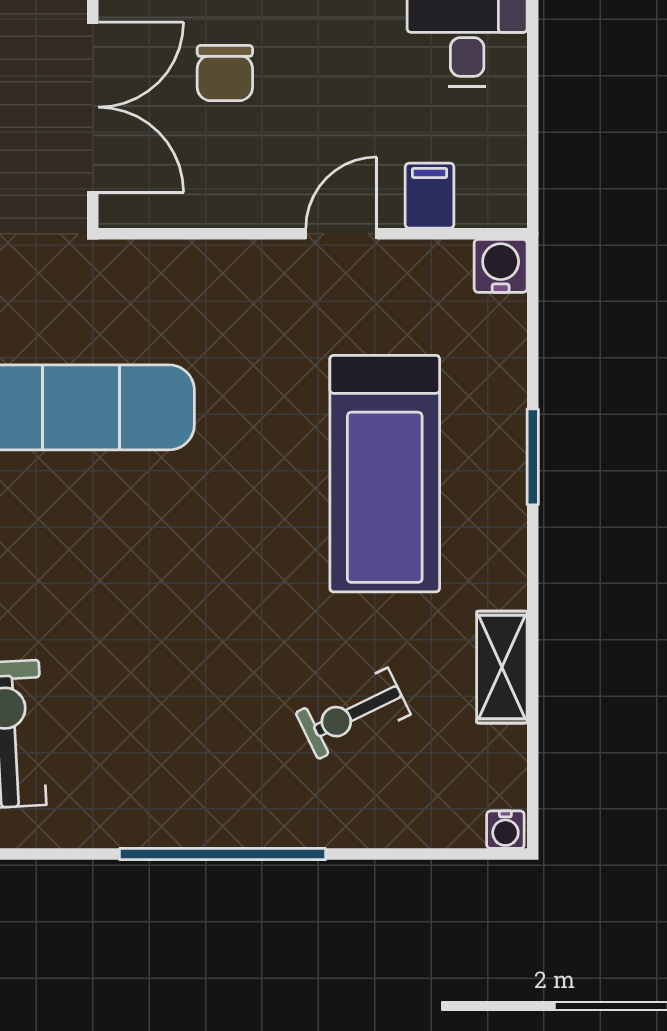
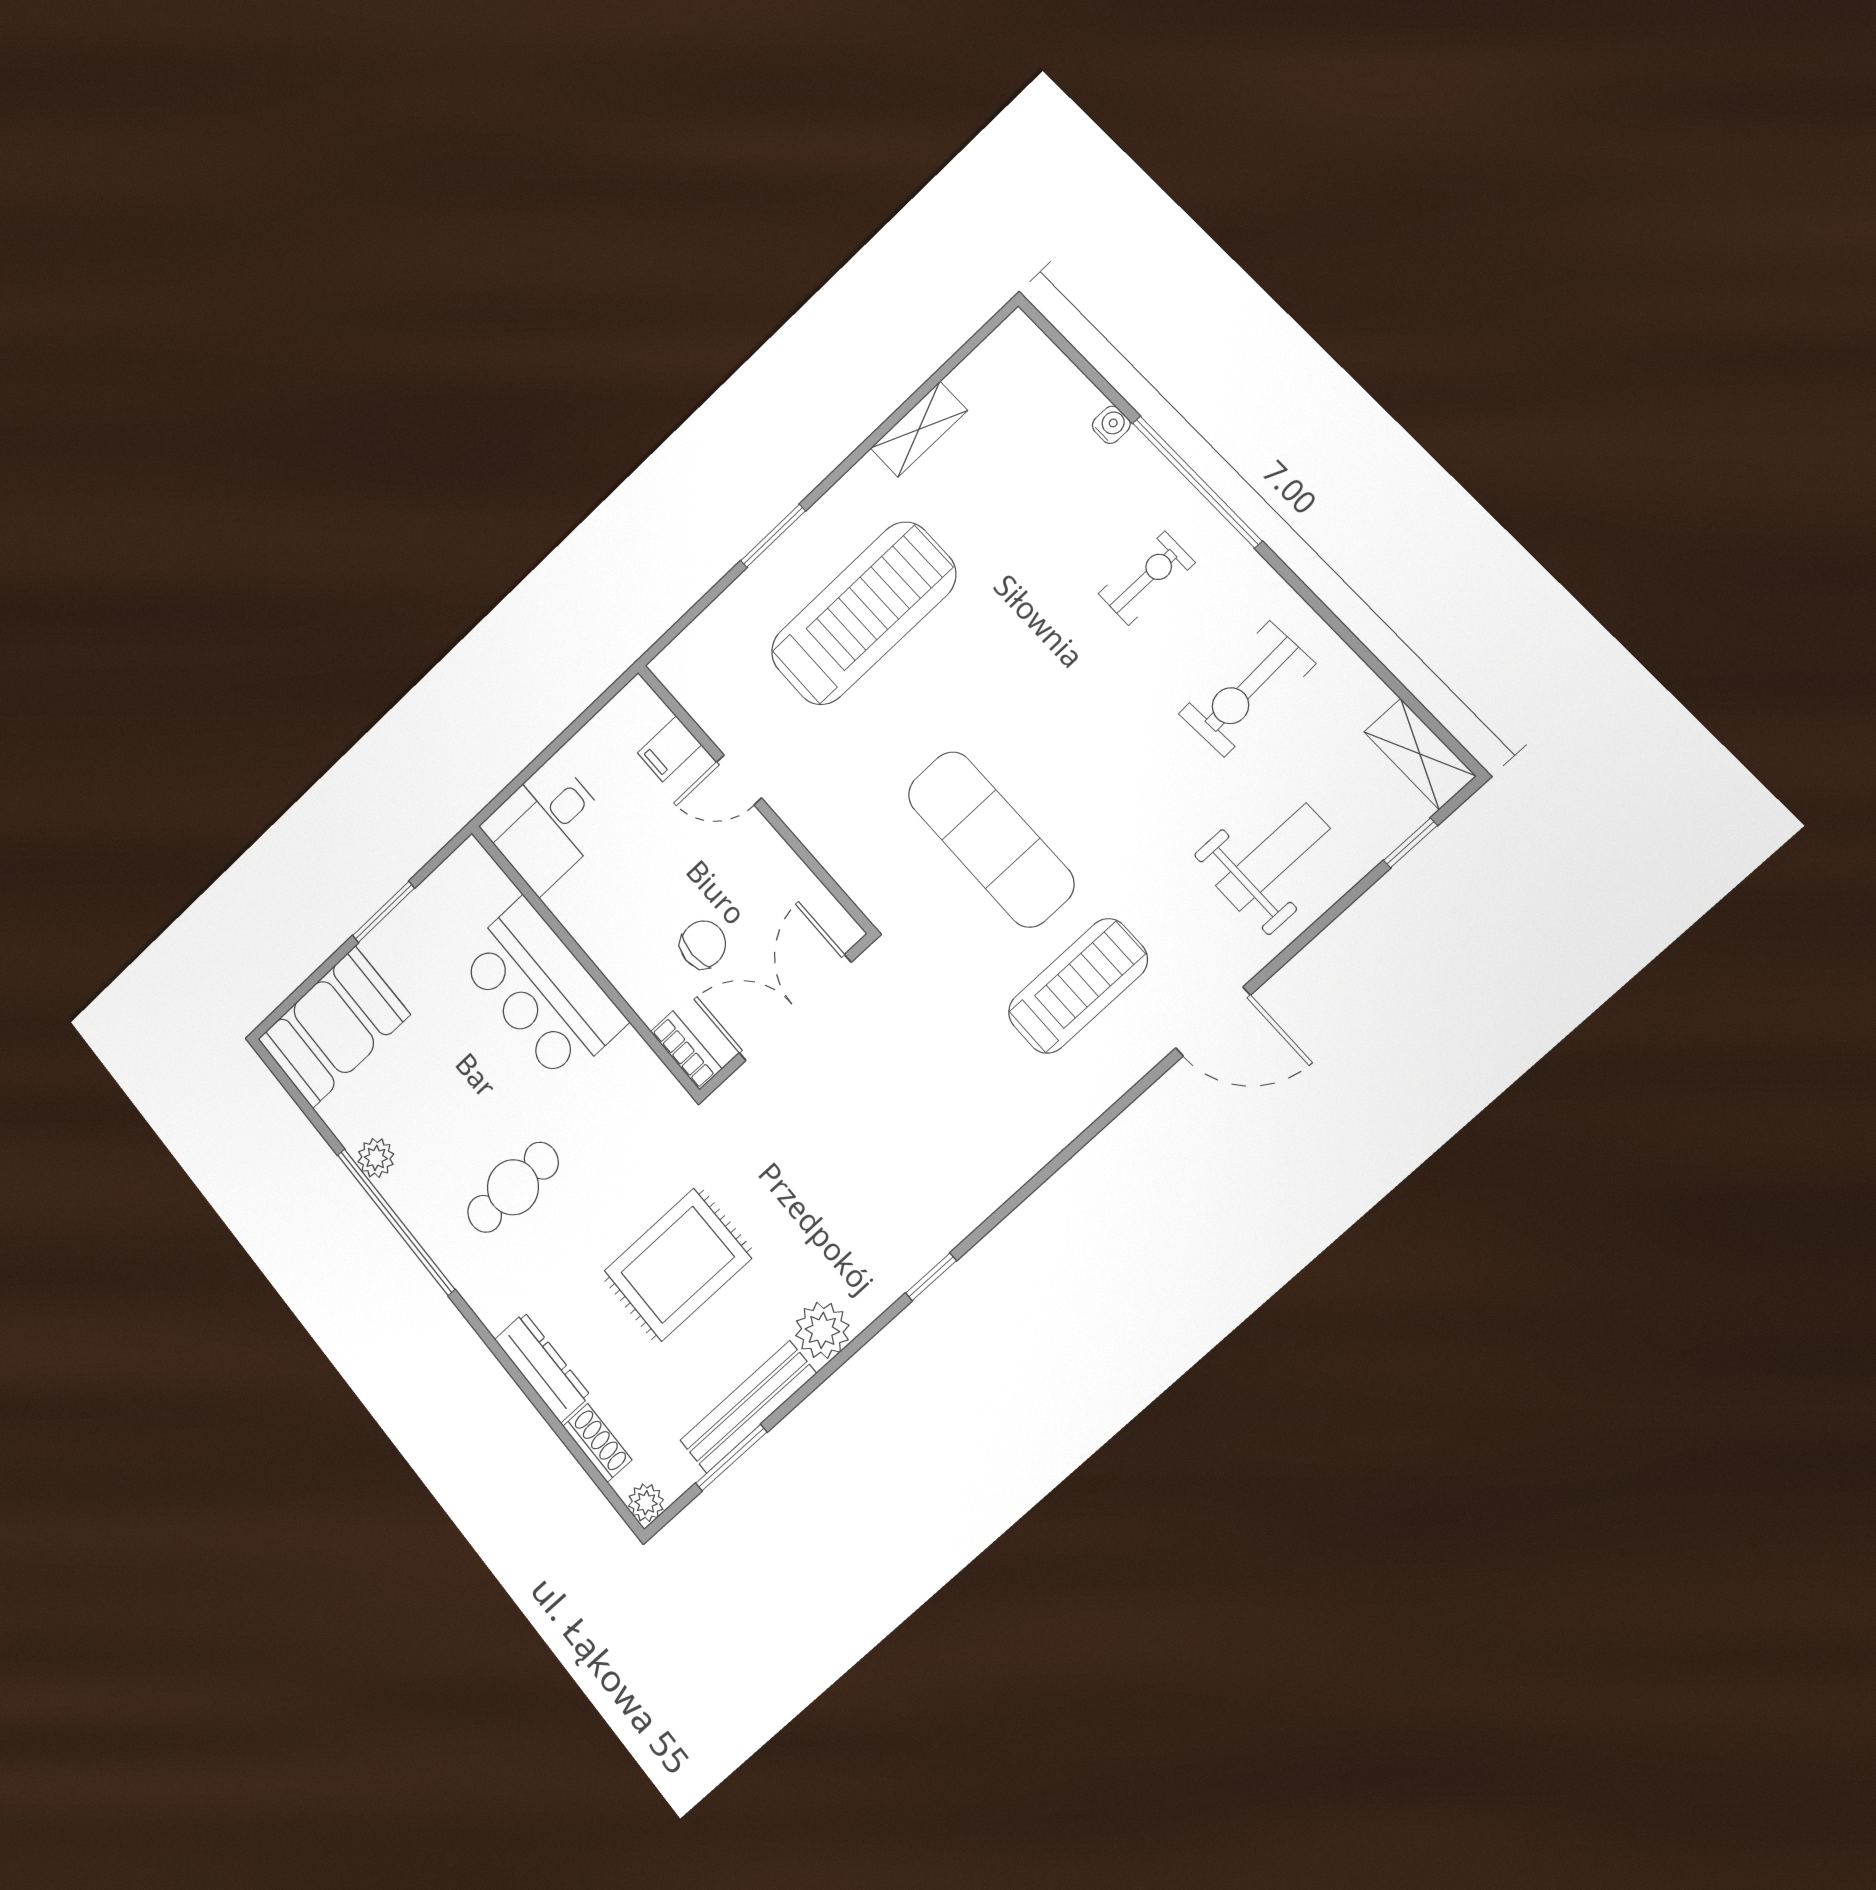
water cooler: (501, 266) -> (675, 666), removed
exercise bike: (353, 713) -> (1147, 578), moved, turned -64
water cooler: (505, 830) -> (1111, 425), moved

